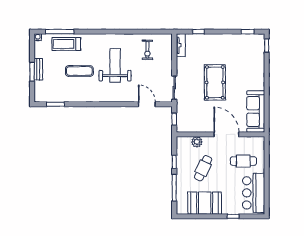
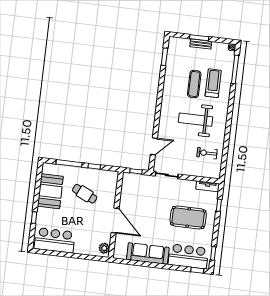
treadmill: (66, 44) -> (213, 83), moved
bar counter: (254, 56) -> (188, 256), added
weight bench: (115, 65) -> (195, 120), turned 180
pool table: (215, 82) -> (188, 218), moved
sofa: (256, 111) -> (148, 254), moved
door: (226, 134) -> (115, 221), hinge flipped
plant: (197, 142) -> (104, 248), moved
cafe table: (243, 161) -> (87, 234), removed

